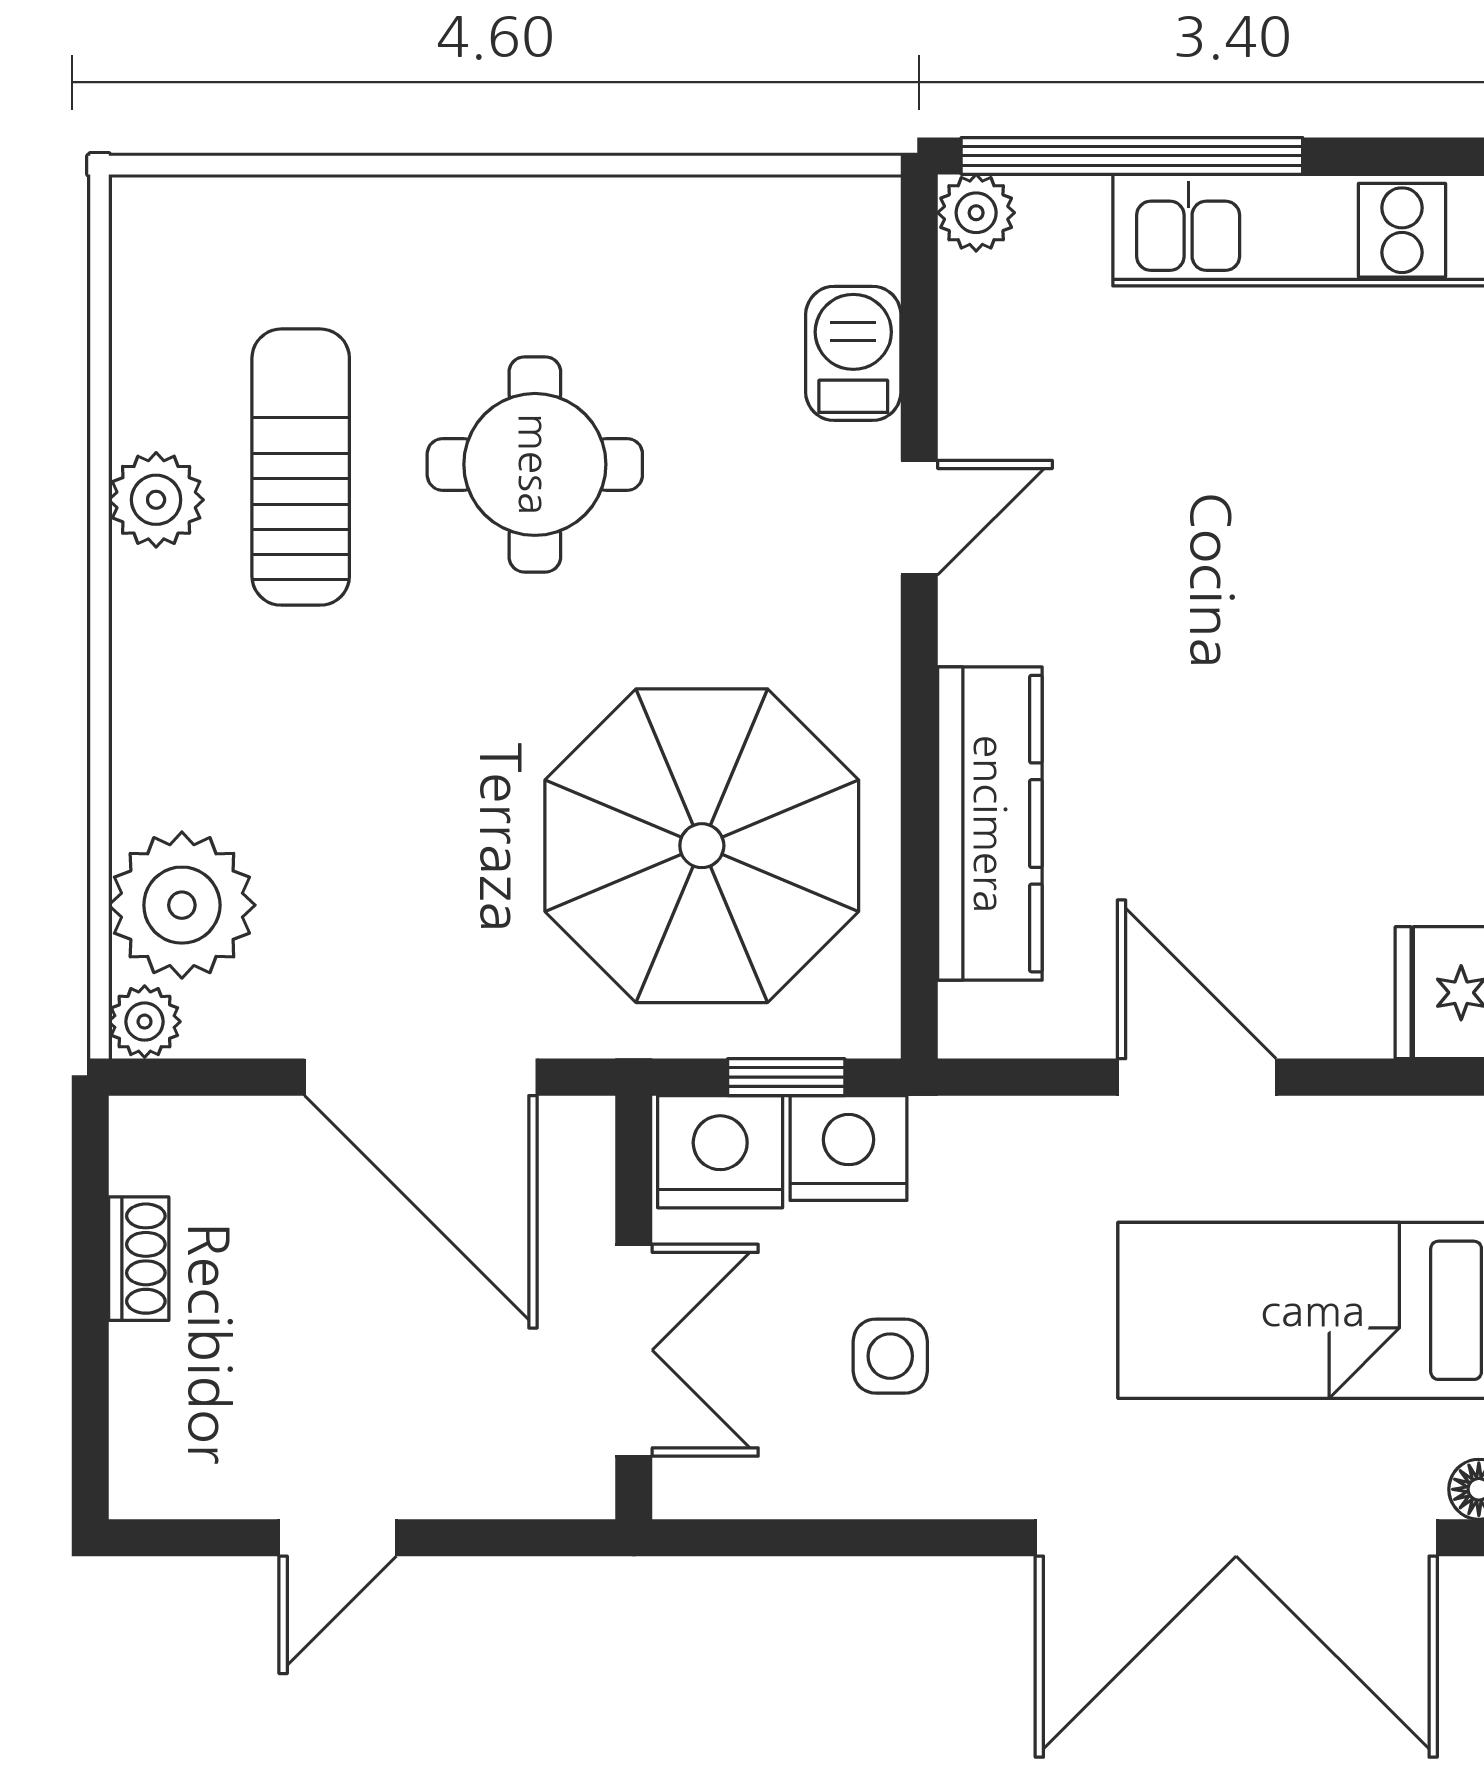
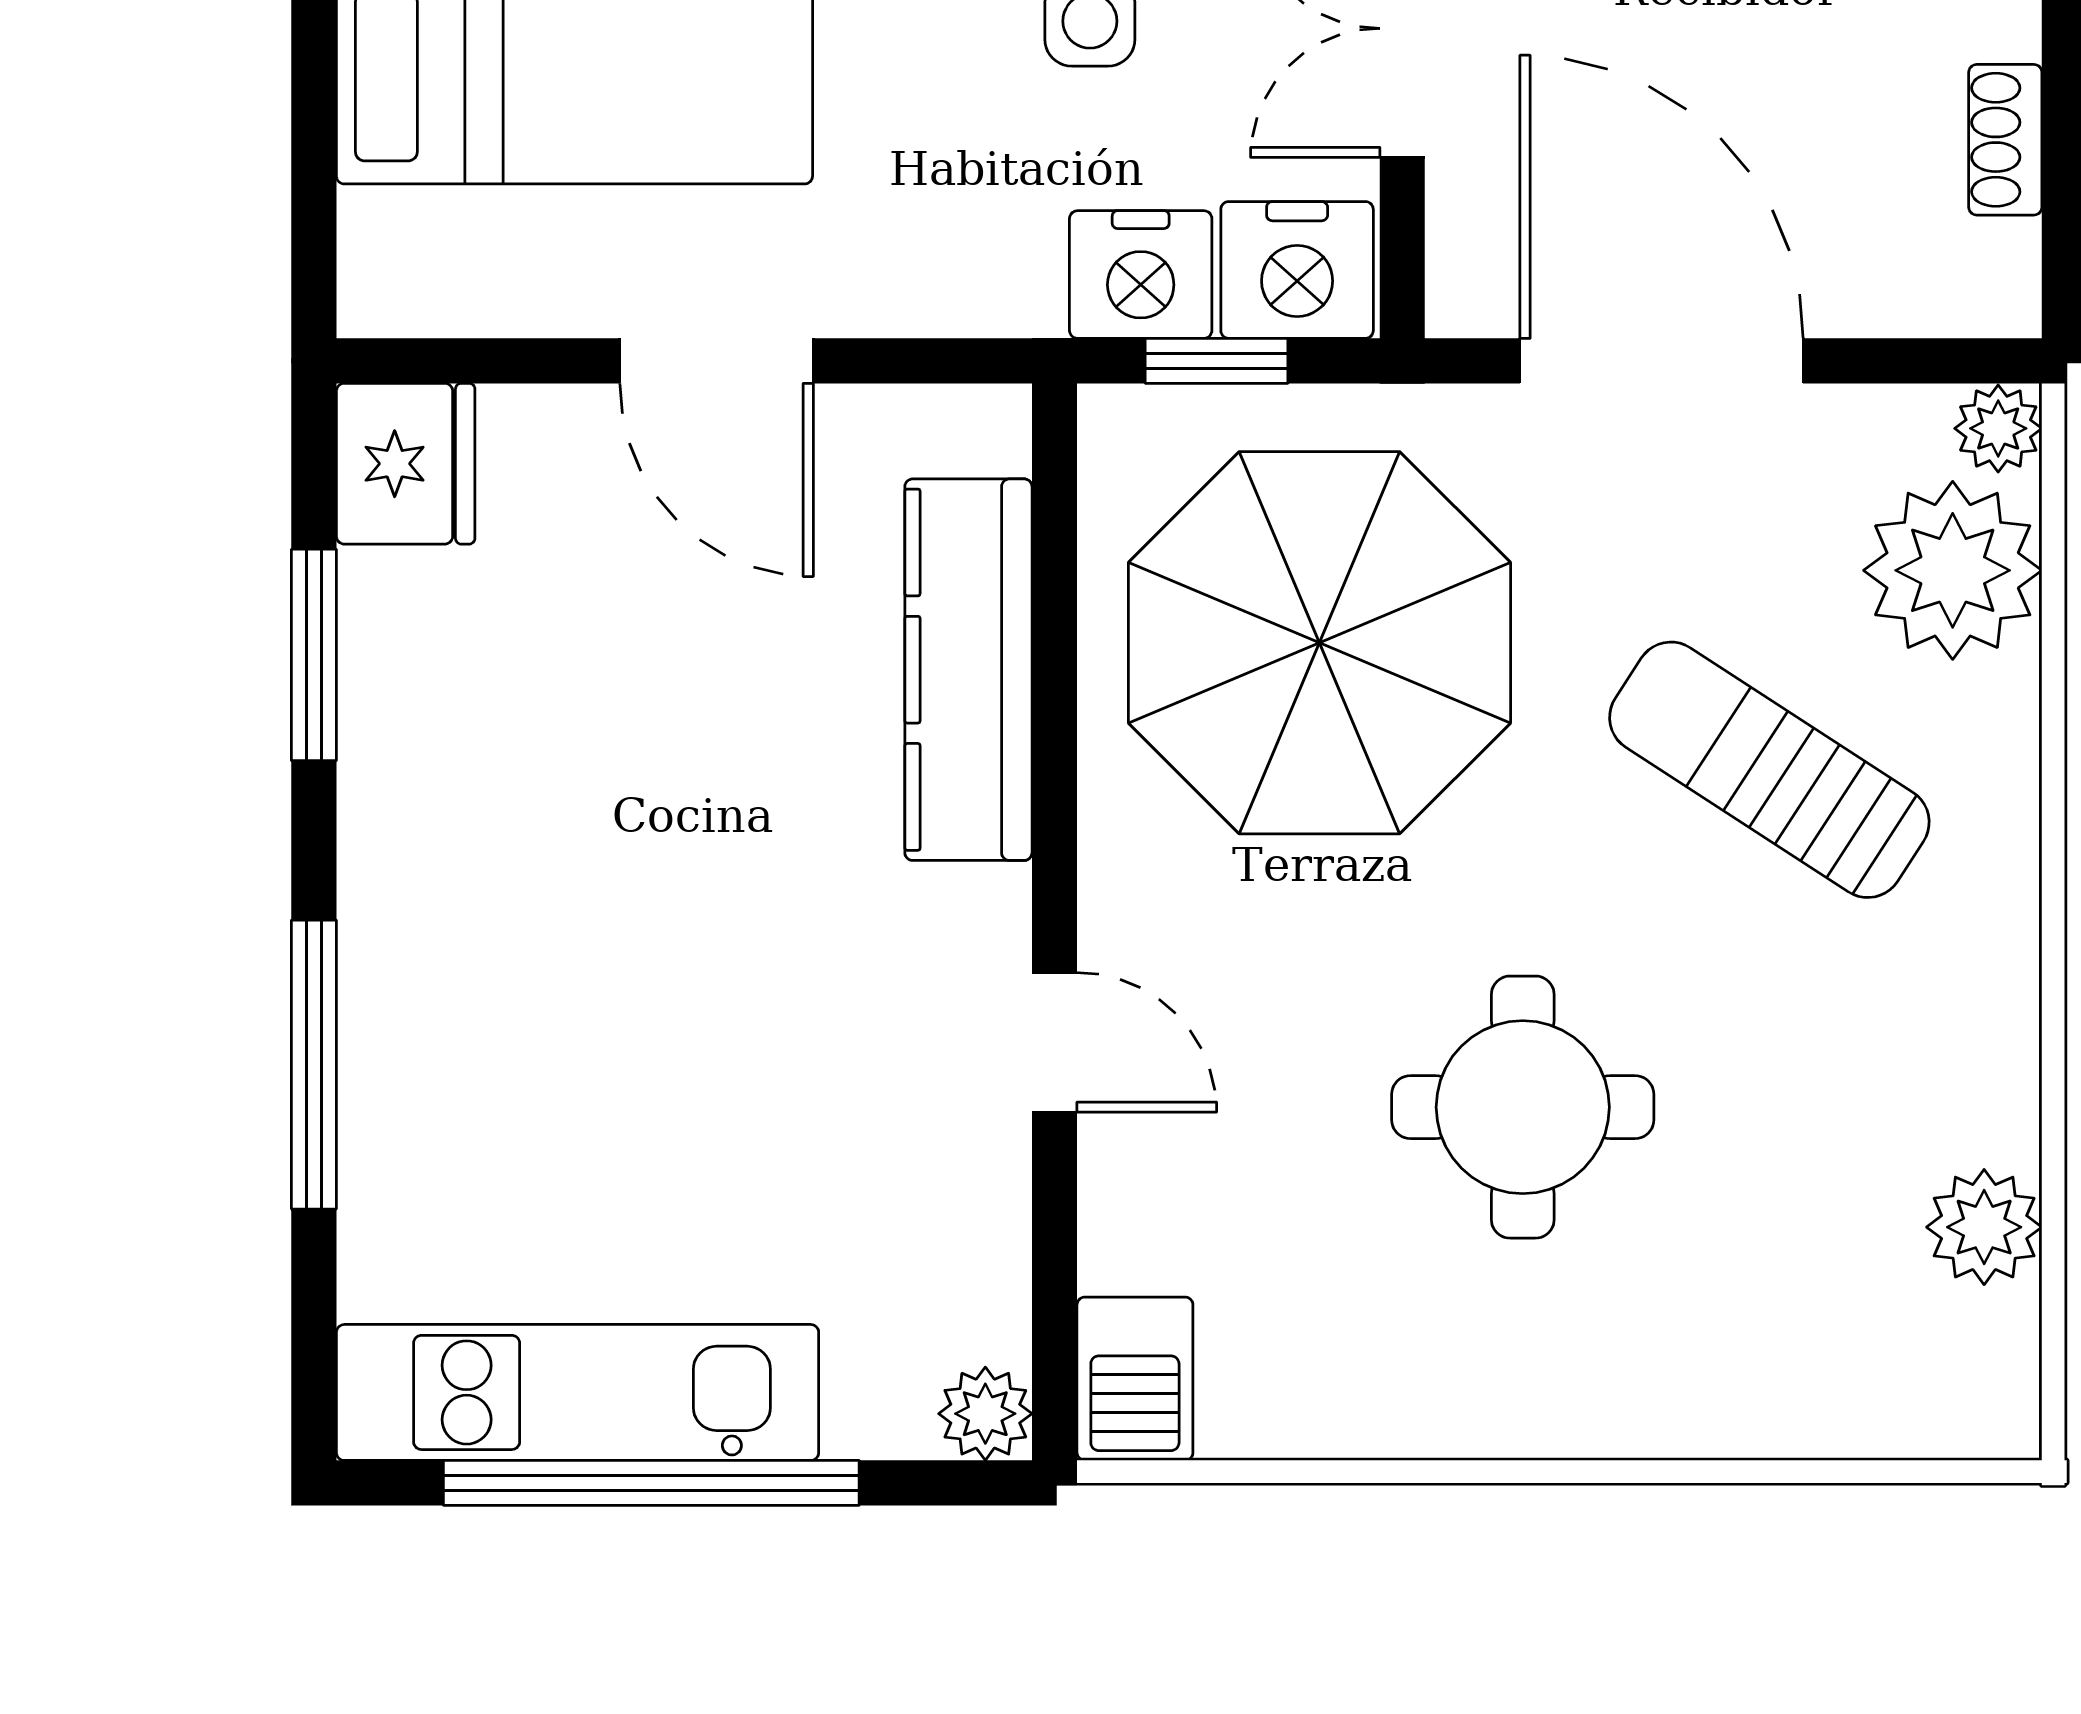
window: (1132, 156) -> (651, 1483), moved
barbecue: (853, 353) -> (1135, 1379), moved
sun lounger: (301, 467) -> (1769, 770), moved, turned 123
plant: (156, 500) -> (1984, 1227), moved
door: (919, 518) -> (1054, 1042), swing flipped

